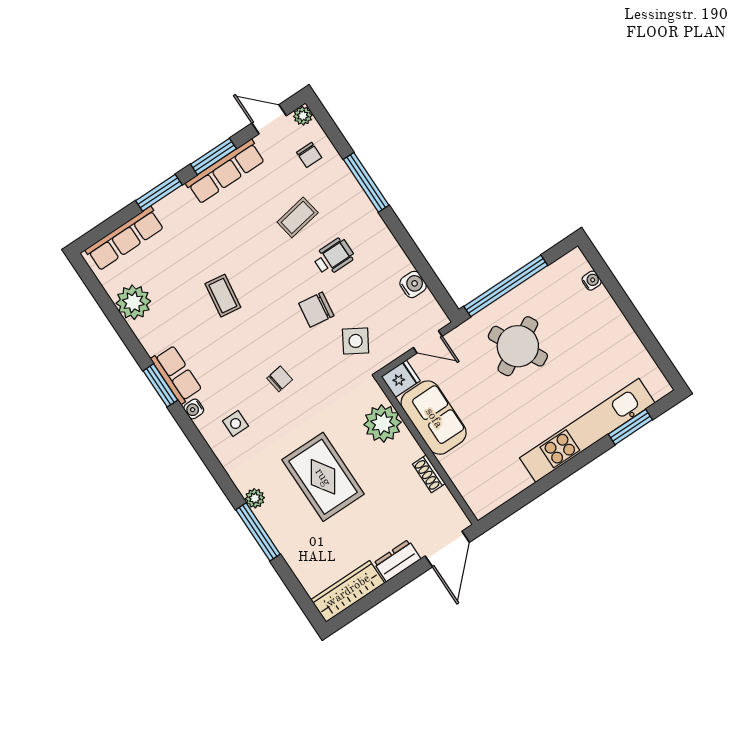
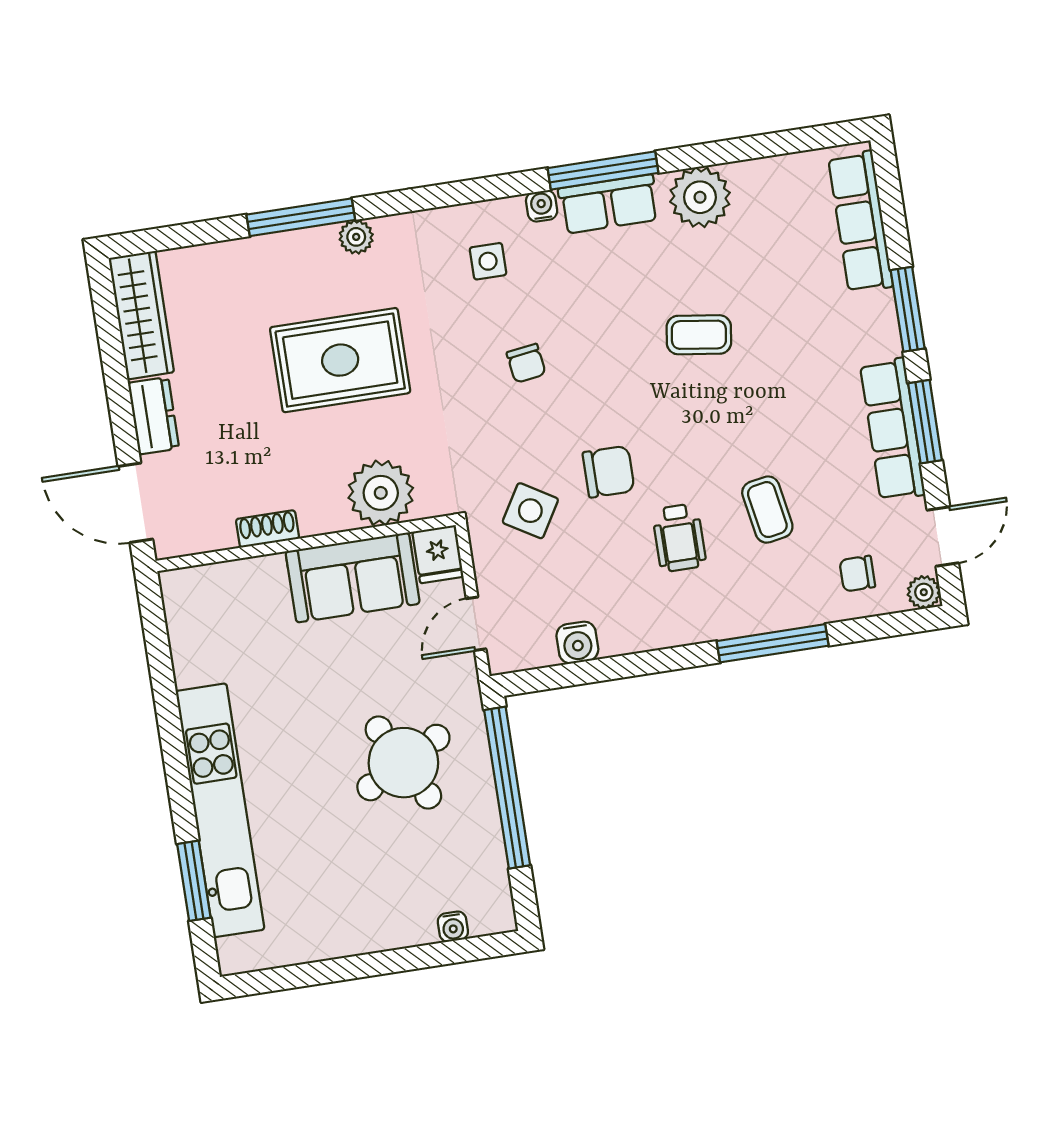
plant: (133, 302) -> (700, 197), moved
chair: (316, 310) -> (608, 472), turned 82
window: (160, 385) -> (603, 171), width x1.44

